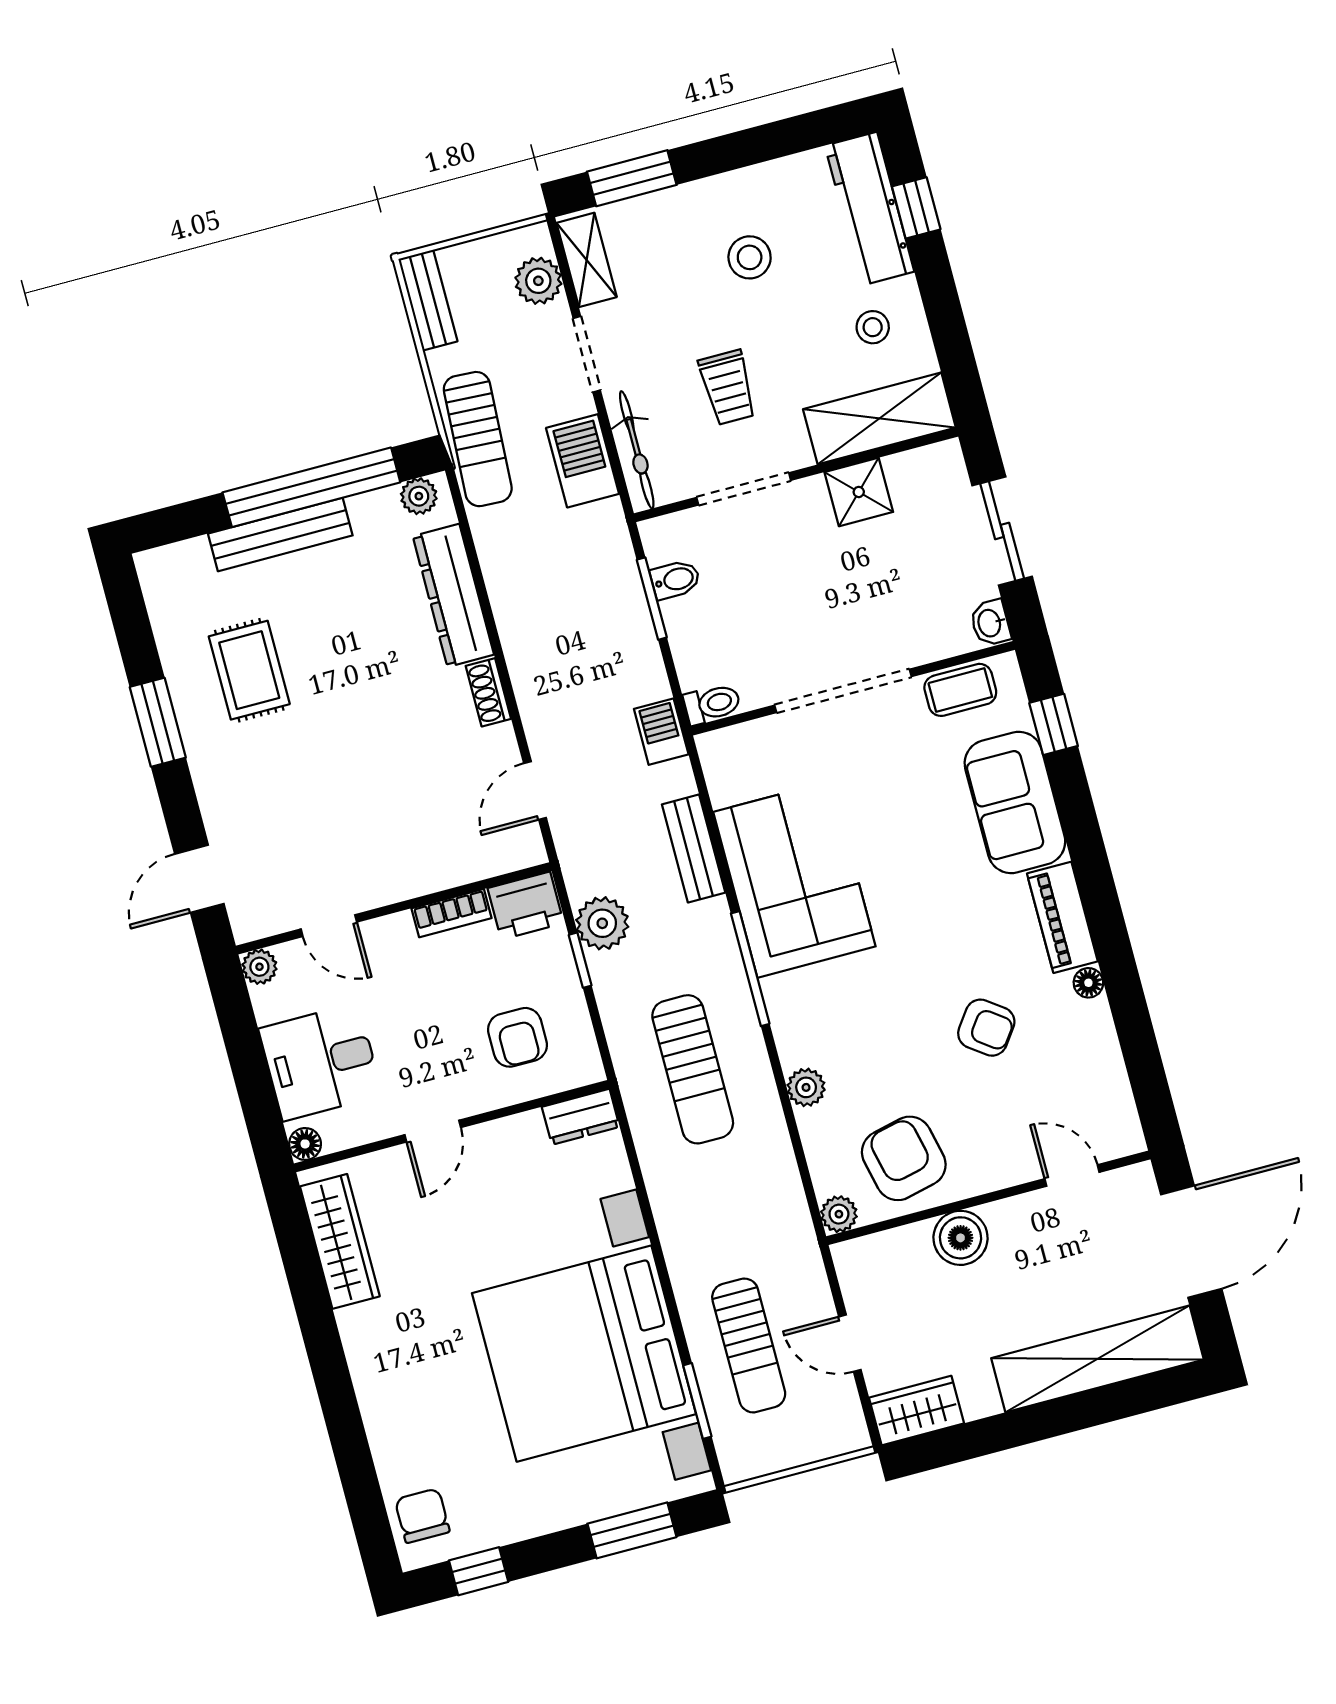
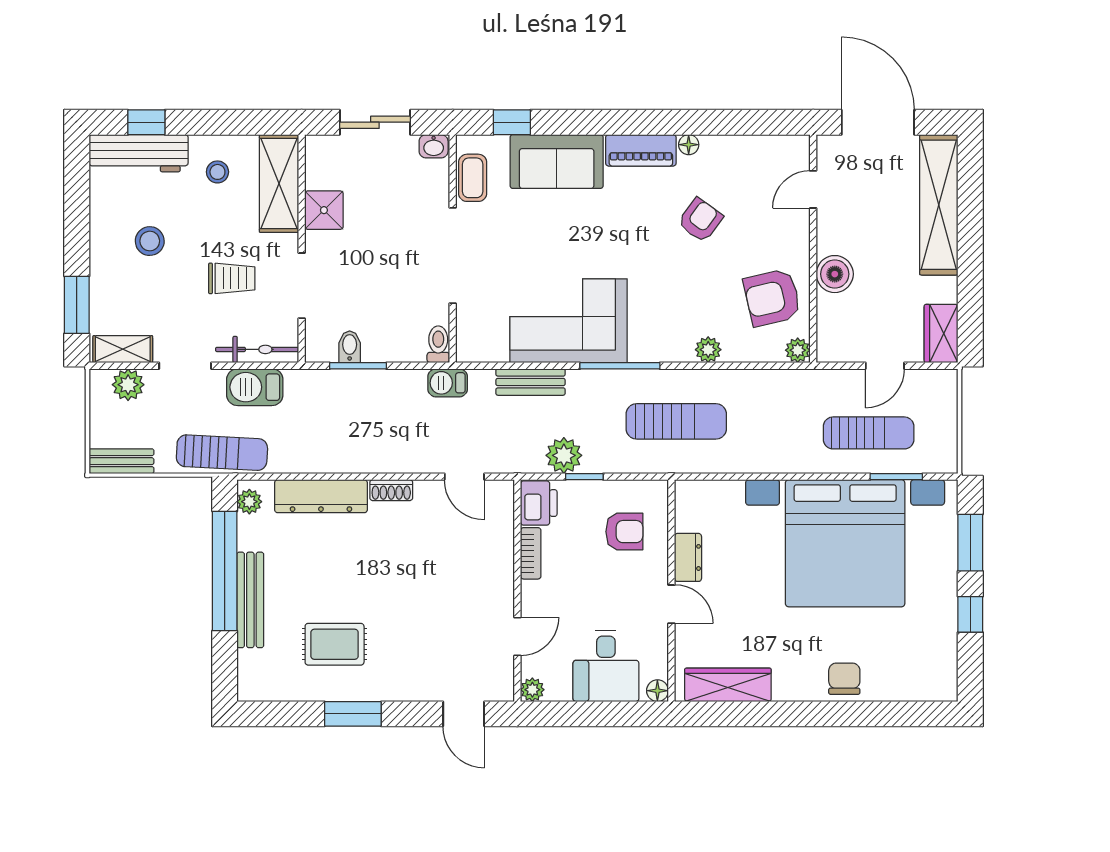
dresser: (581, 1117) -> (688, 557), moved
chair: (422, 1516) -> (844, 679), moved, turned 90
window: (479, 1571) -> (970, 614), moved

